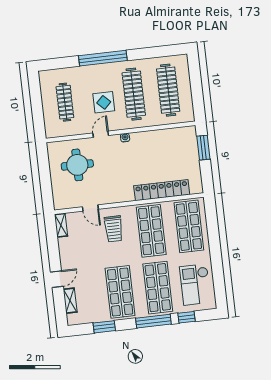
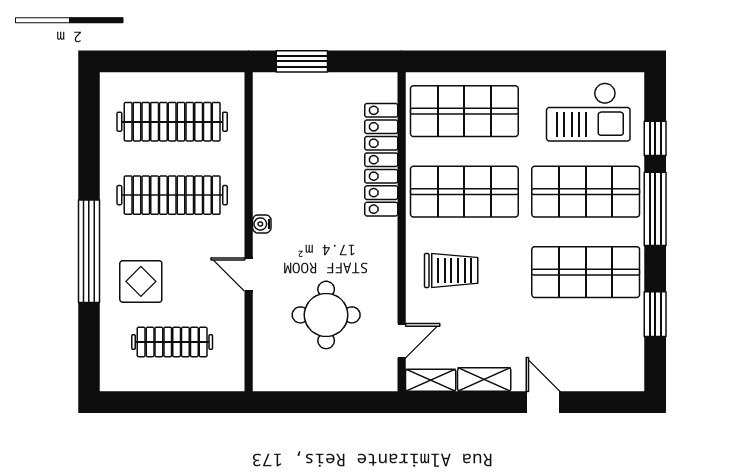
display table: (104, 102) -> (141, 281), moved
round table: (77, 165) -> (326, 315), moved
door: (90, 208) -> (402, 341), moved
shelving: (70, 301) -> (484, 380), moved

